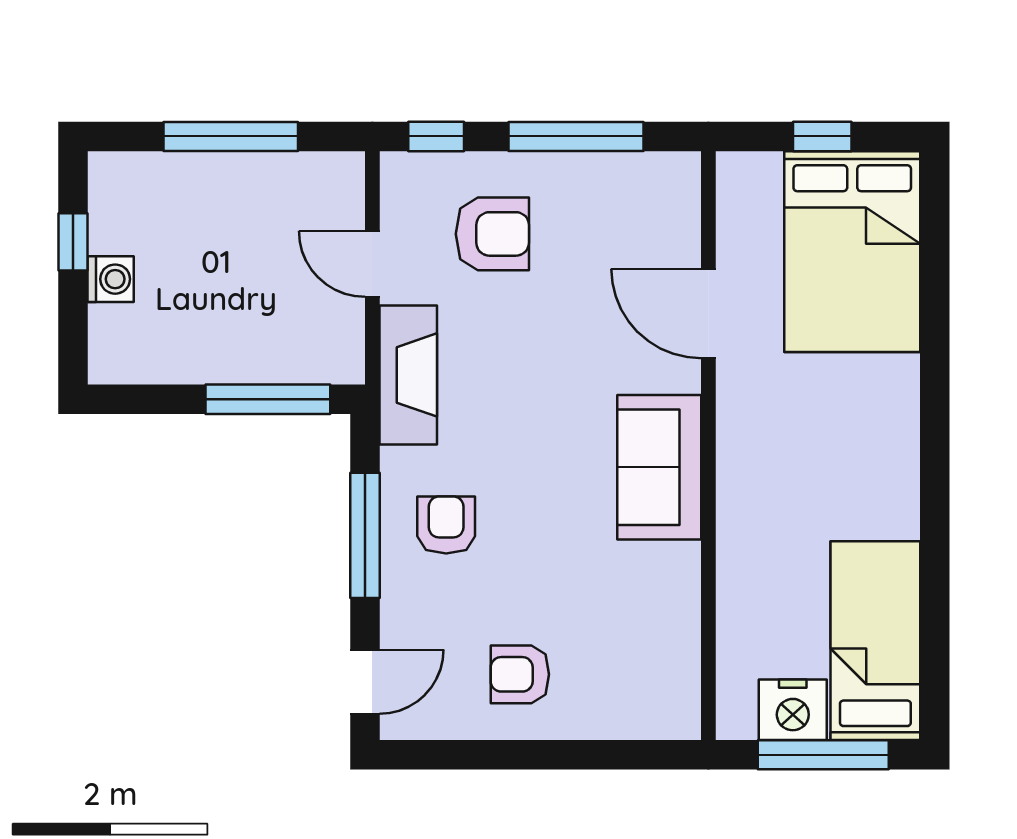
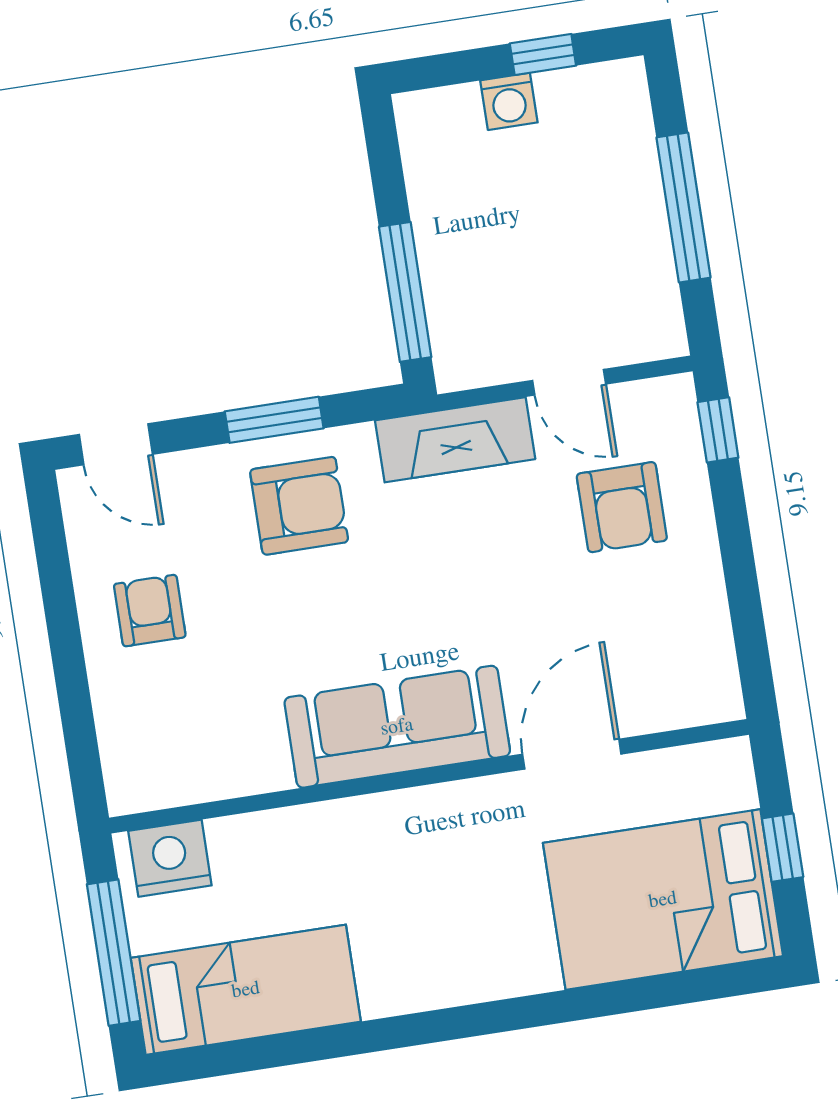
window: (576, 136) -> (741, 581), removed
door: (372, 264) -> (569, 382), swing flipped
sofa: (659, 467) -> (397, 727), width x1.36
armchair: (446, 525) -> (299, 506), width x1.38, depth x1.38
window: (365, 535) -> (274, 420), width x0.69
nightstand: (793, 710) -> (170, 858), moved, turned 90

